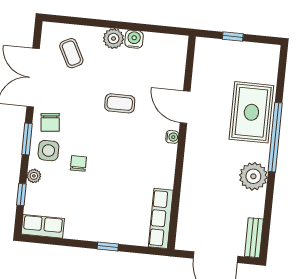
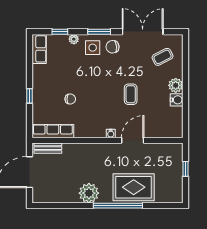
chair: (78, 163) -> (70, 99), moved
bench: (254, 238) -> (48, 148), moved

